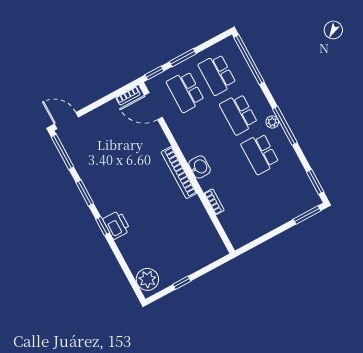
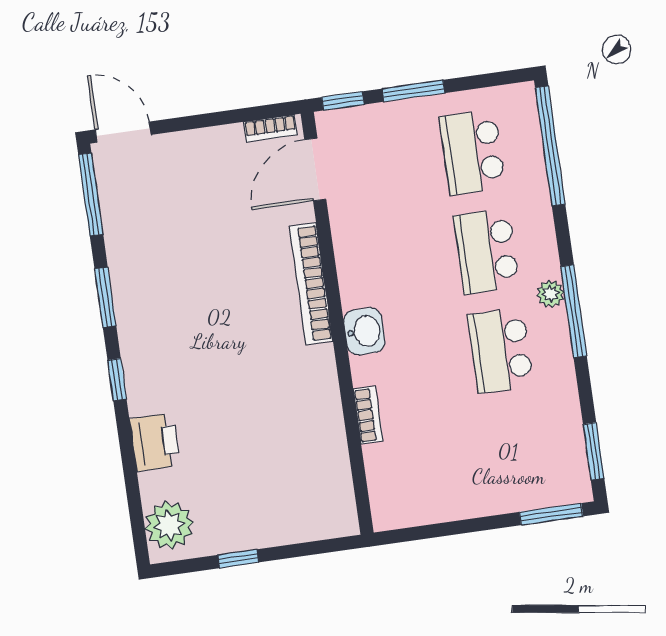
school desk: (185, 92) -> (393, 164), removed
door: (153, 106) -> (315, 169), hinge flipped
bookcase: (179, 173) -> (311, 284), moved
printer: (117, 225) -> (155, 442), moved

